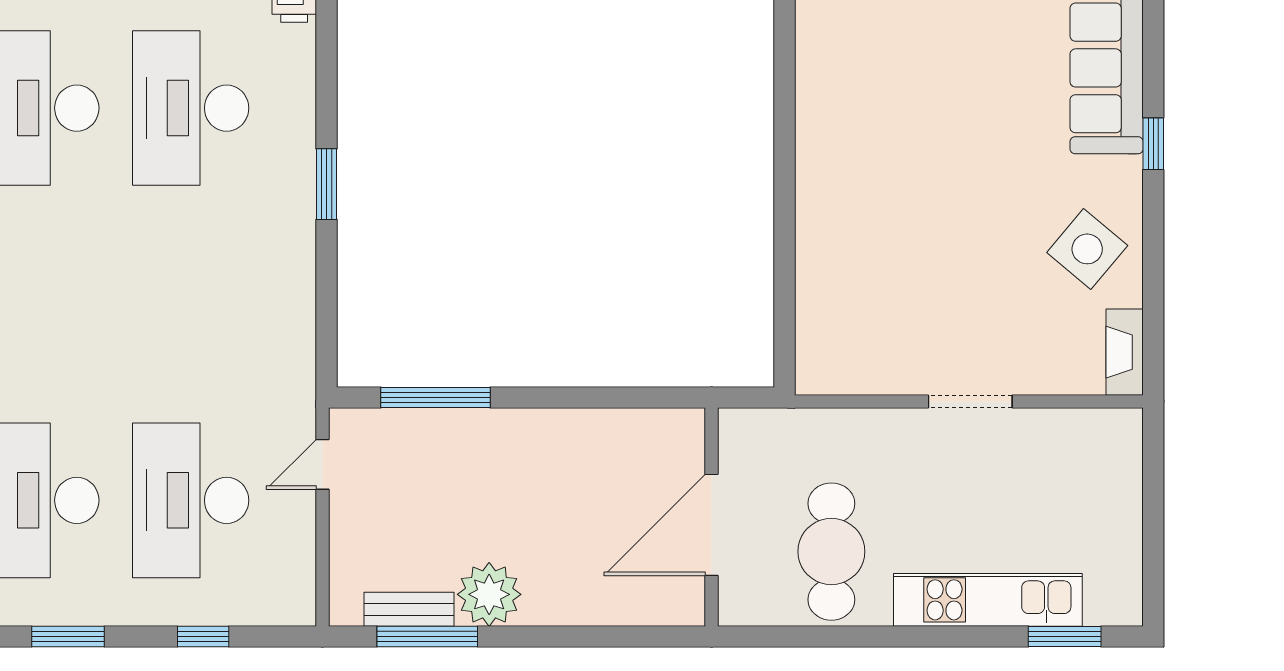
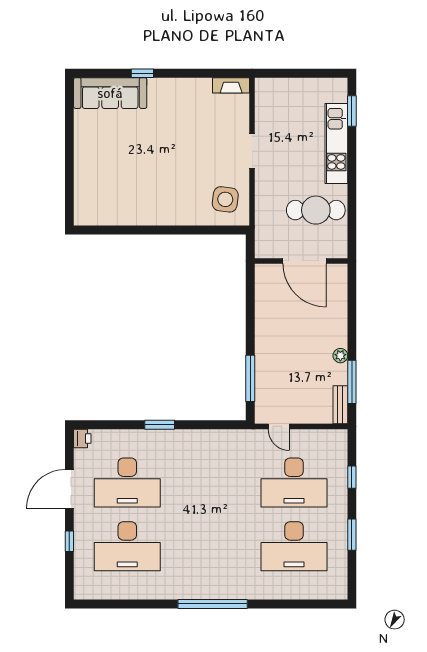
side table: (1087, 249) -> (225, 199), moved, turned -33
plant: (489, 594) -> (340, 356), width x0.53, depth x0.53
bench: (409, 609) -> (340, 405), moved

